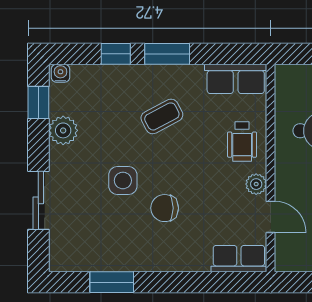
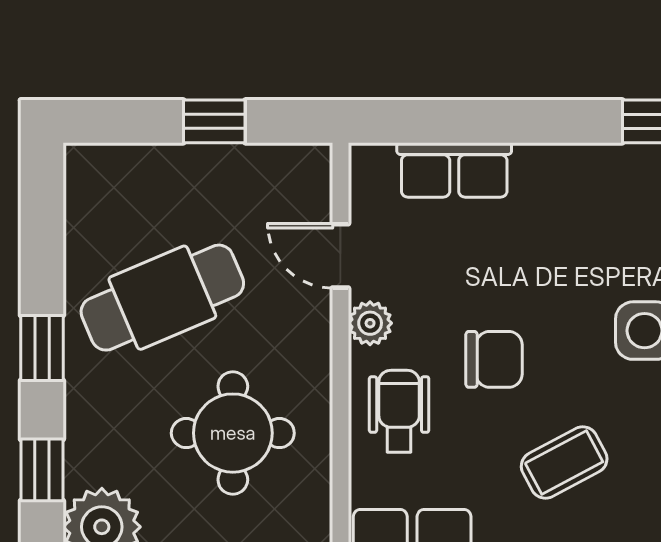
chair: (165, 208) -> (494, 359), moved
row of seats: (239, 259) -> (454, 170), moved

